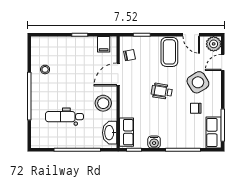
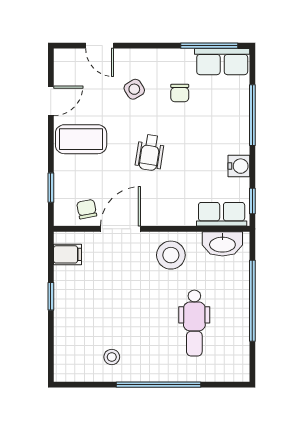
plant: (214, 44) -> (67, 62), removed
door: (118, 75) -> (121, 229), swing flipped
side table: (198, 82) -> (134, 89), width x0.54, depth x0.54

